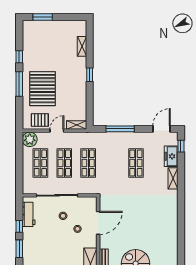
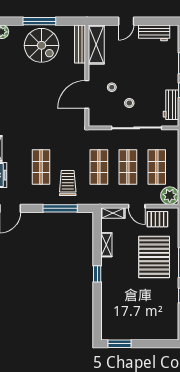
window: (43, 17) -> (120, 344), moved
shelving: (82, 46) -> (106, 245), moved
door: (57, 131) -> (137, 206), hinge flipped
trolley: (114, 150) -> (68, 183), added

